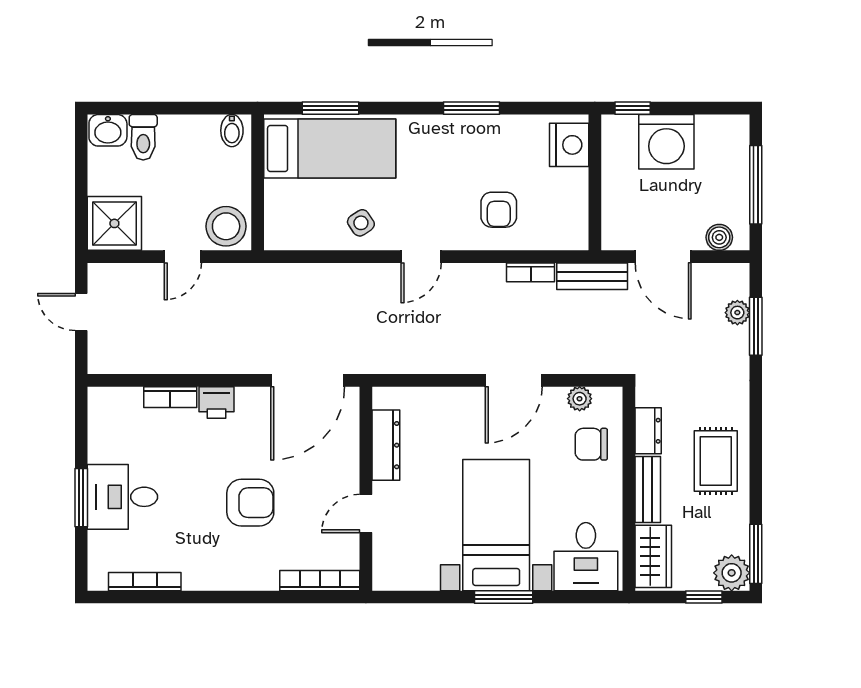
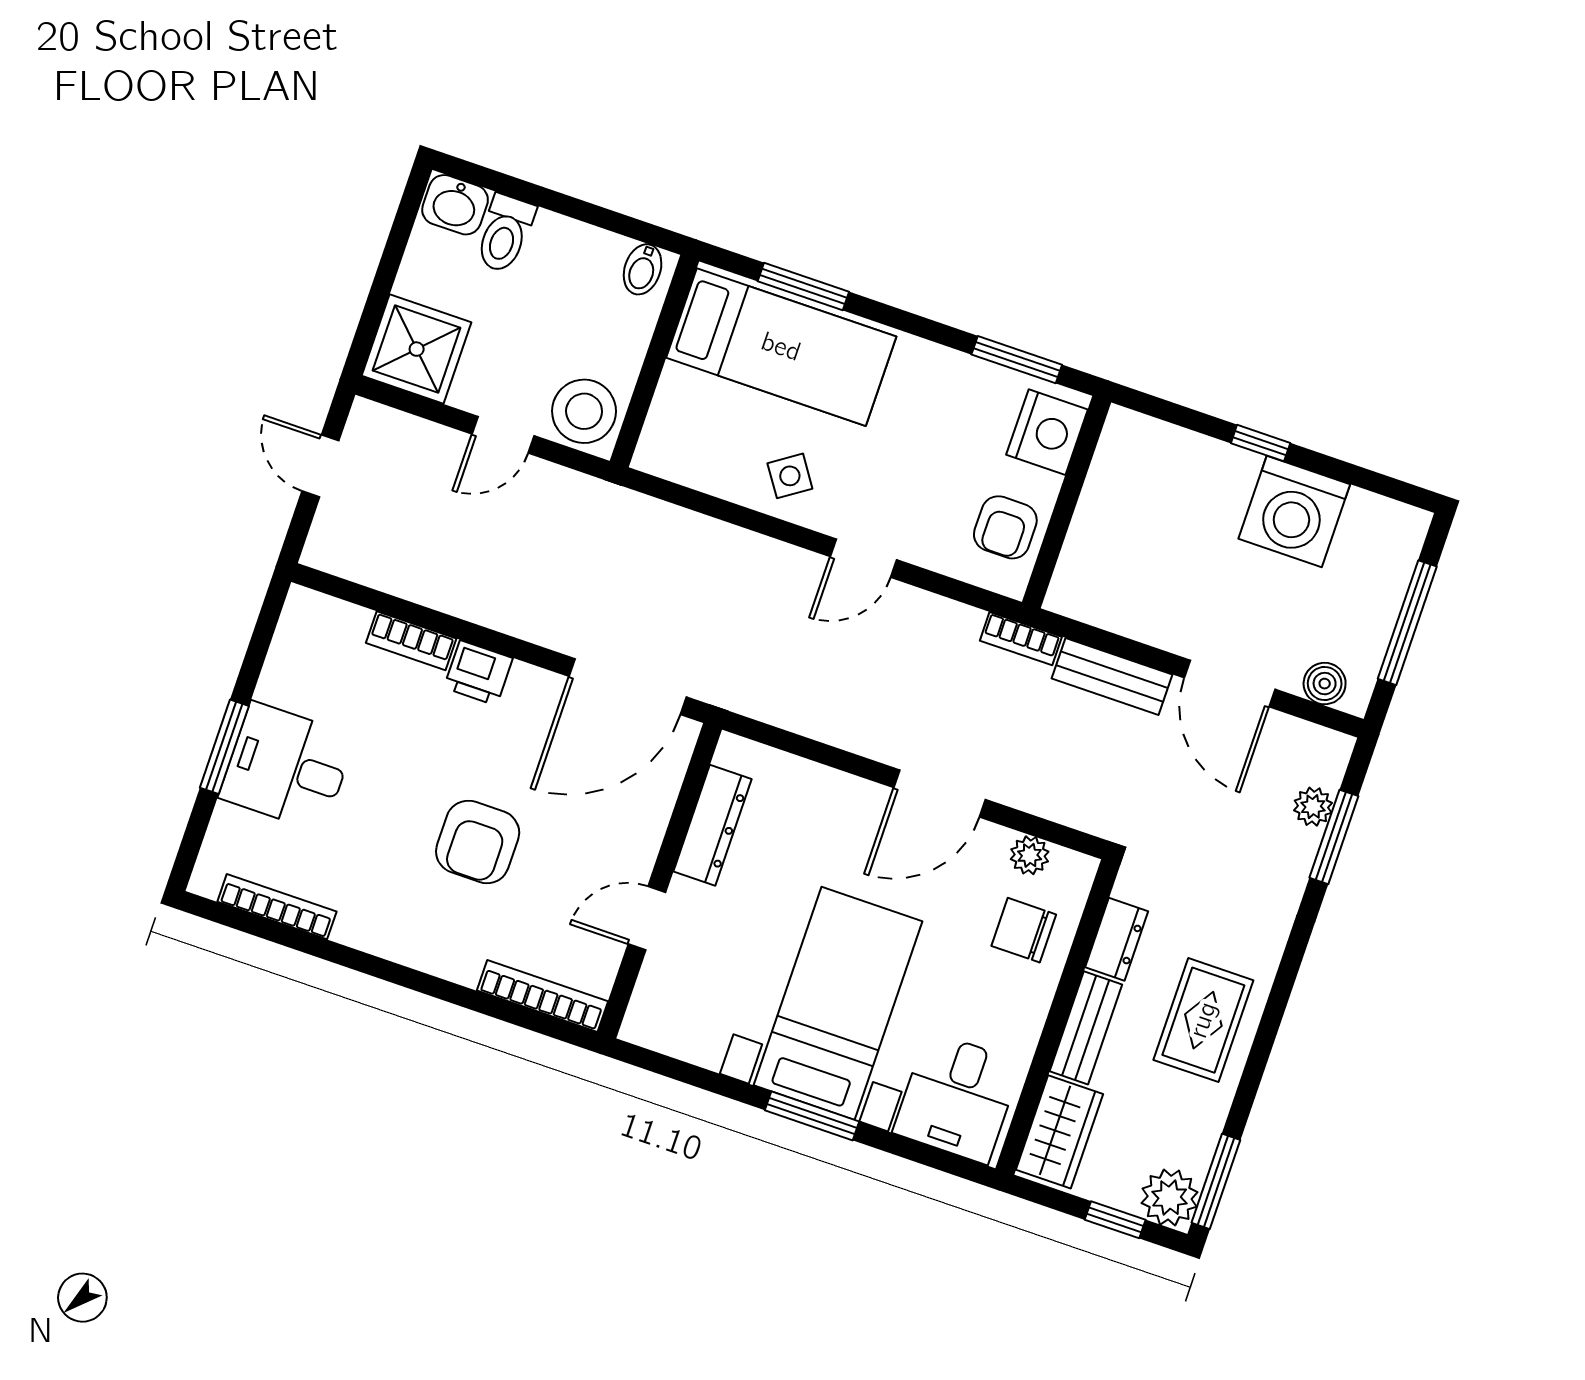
nightstand: (569, 145) -> (1047, 432), moved
wall: (595, 182) -> (1067, 502), moved
armchair: (250, 503) -> (478, 842), turned 90

